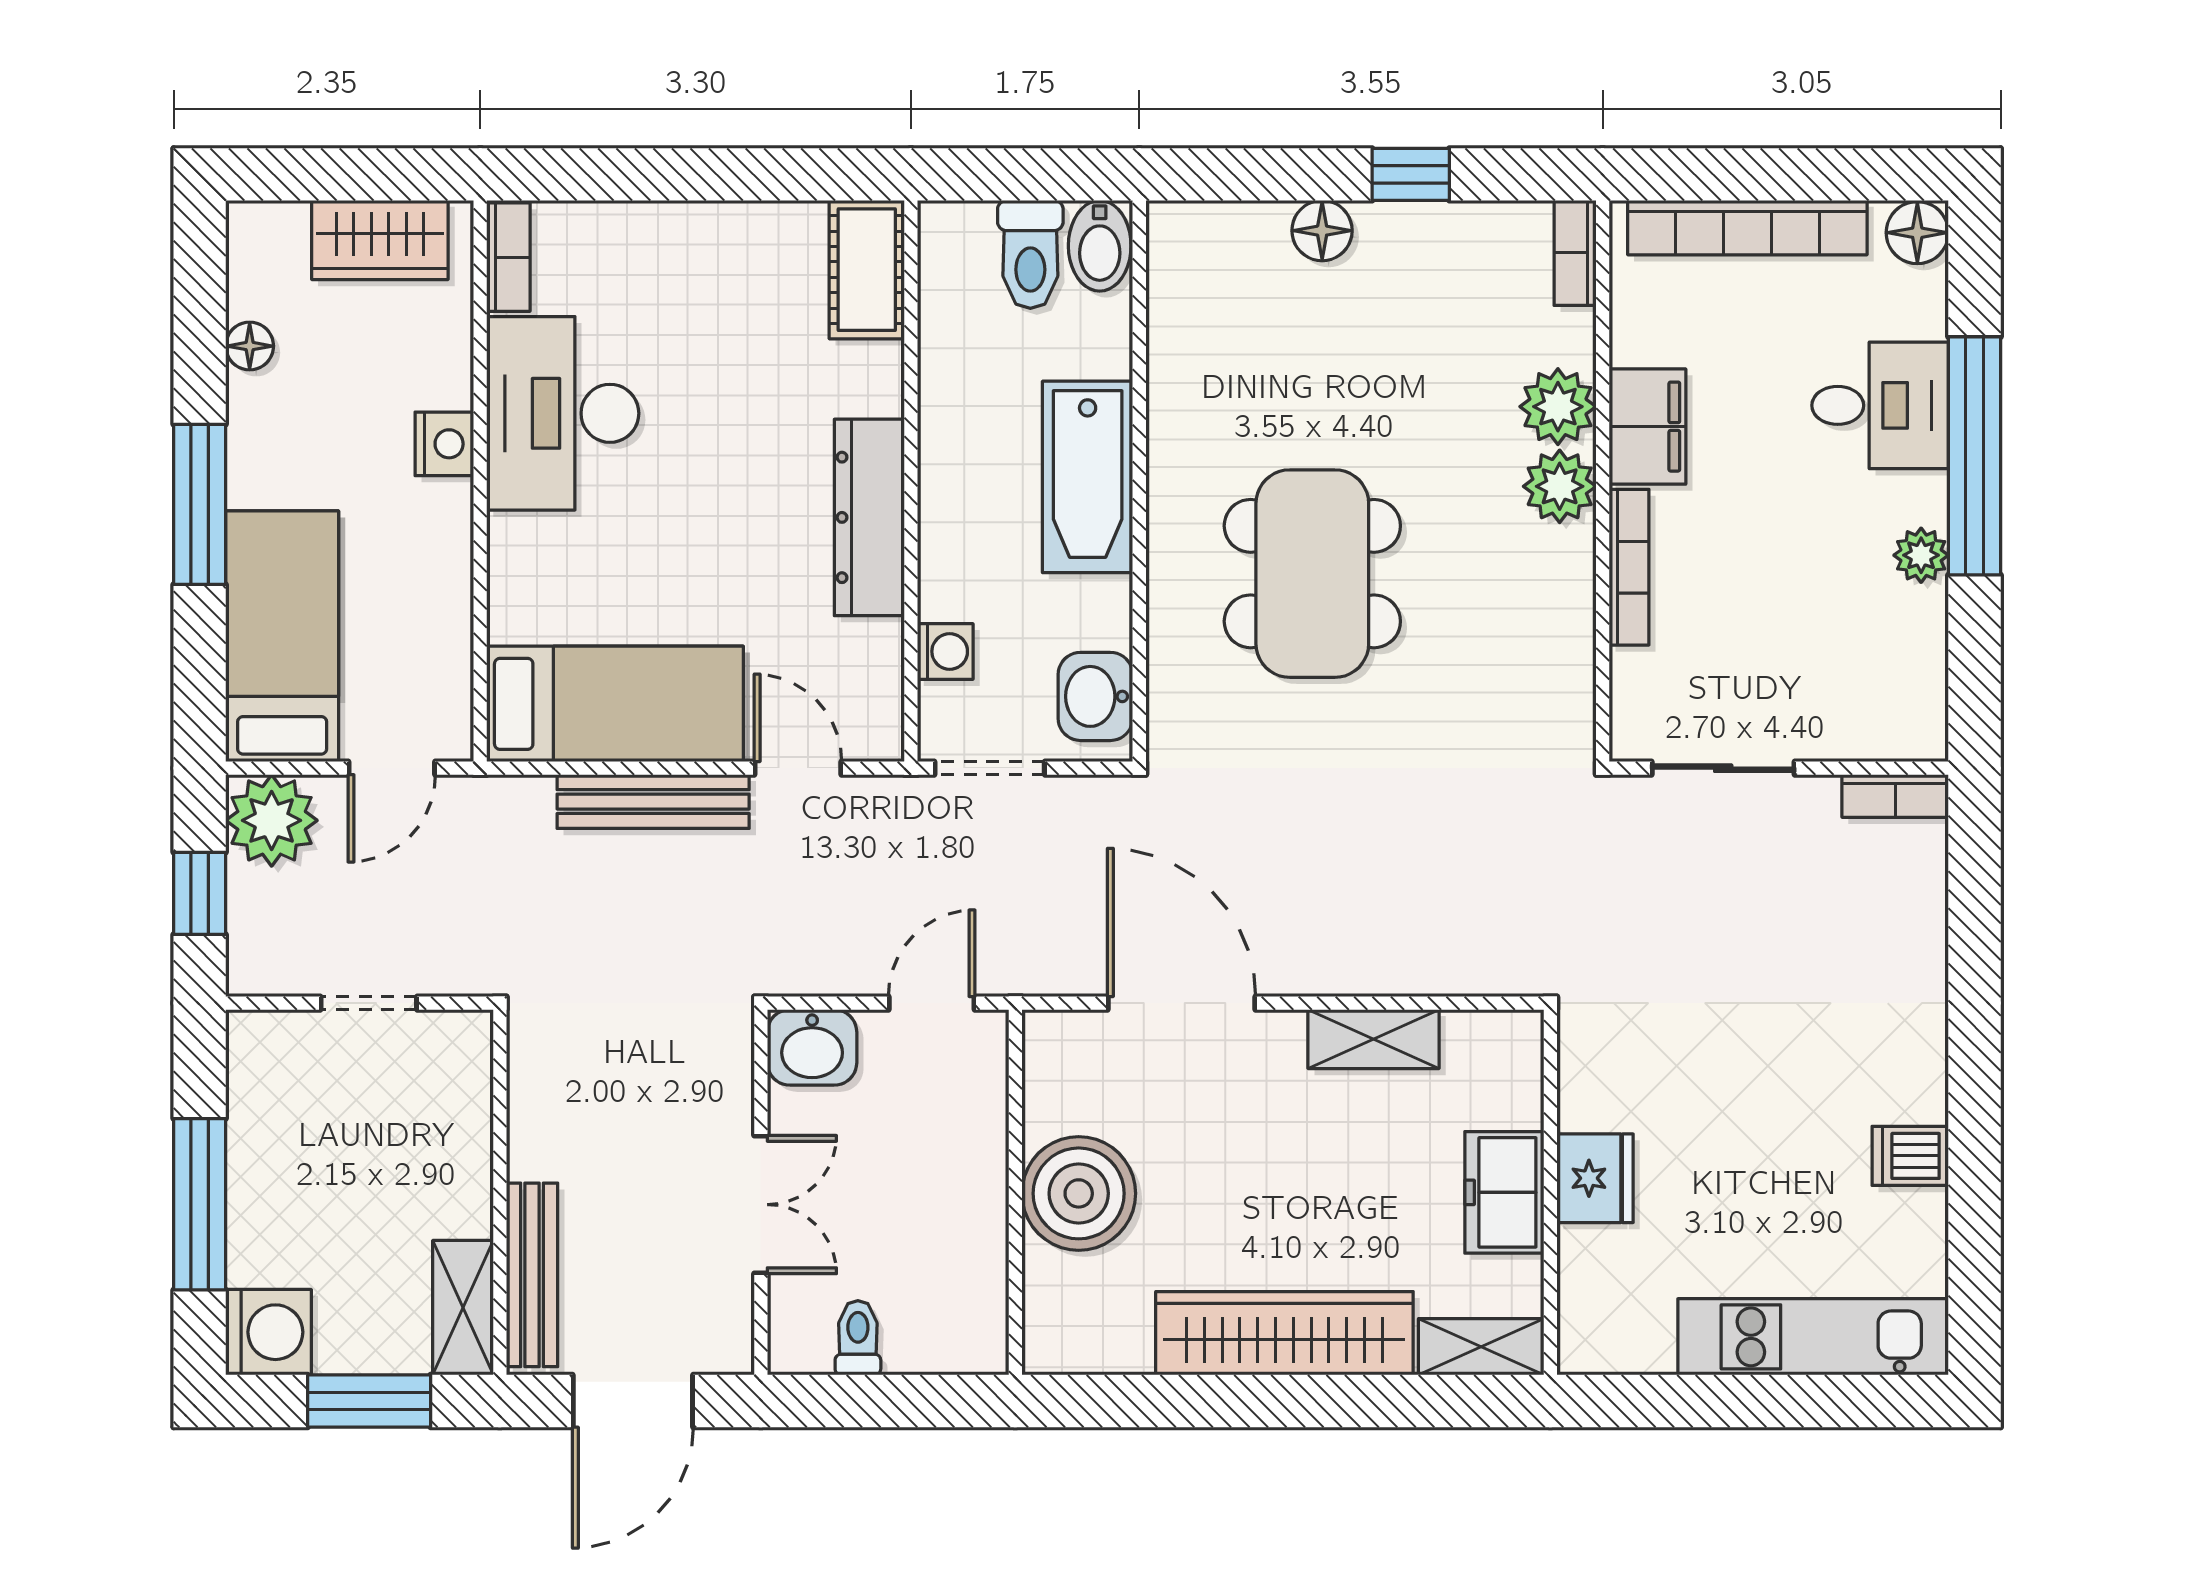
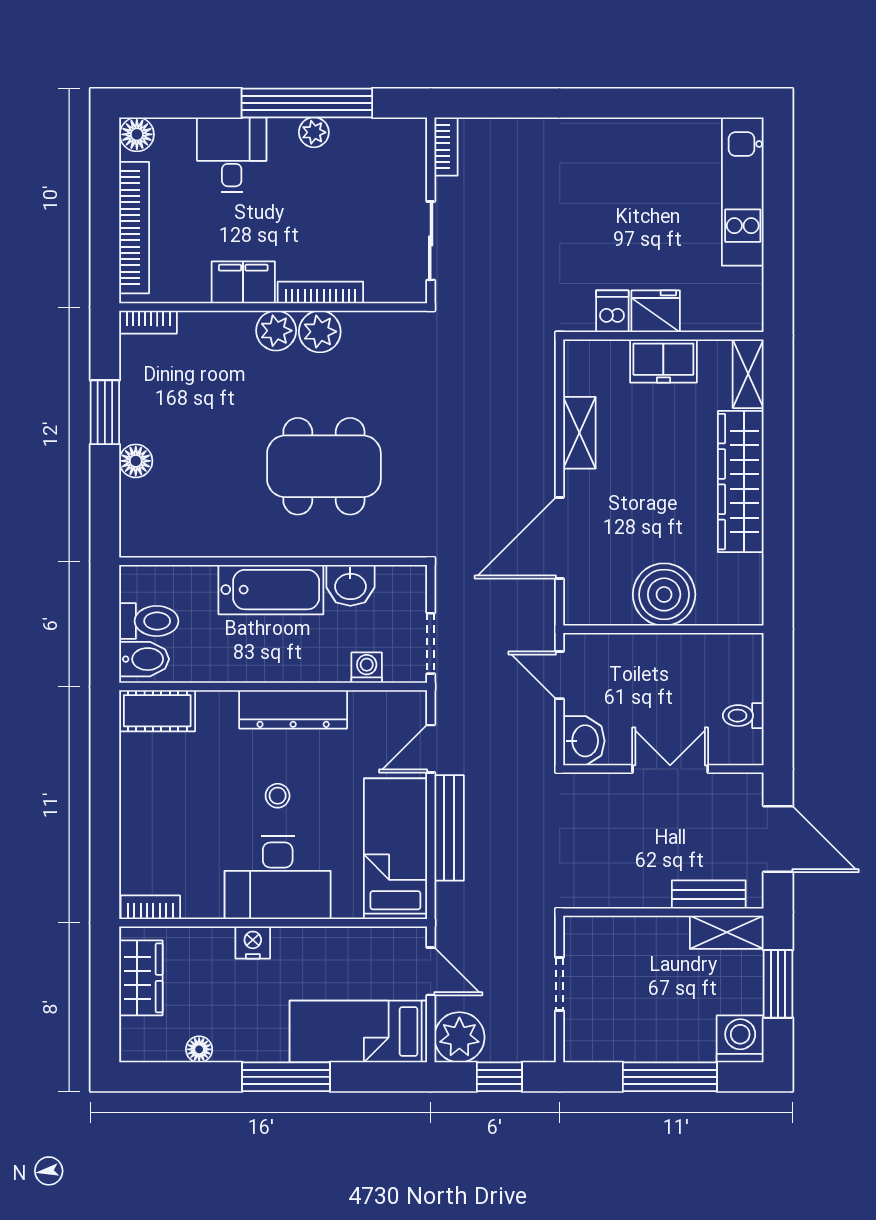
window: (1411, 174) -> (105, 412), width x1.50
bidet: (1100, 246) -> (144, 659), moved
plant: (1558, 407) -> (320, 332), moved
desk: (563, 413) -> (278, 878), moved
window: (1974, 456) -> (307, 103), moved
stool: (712, 489) -> (278, 796), added
washbasin: (1095, 696) -> (350, 585), moved
dishwasher: (1910, 1156) -> (612, 311), moved, turned 180
bench: (532, 1275) -> (709, 894), width x0.73

